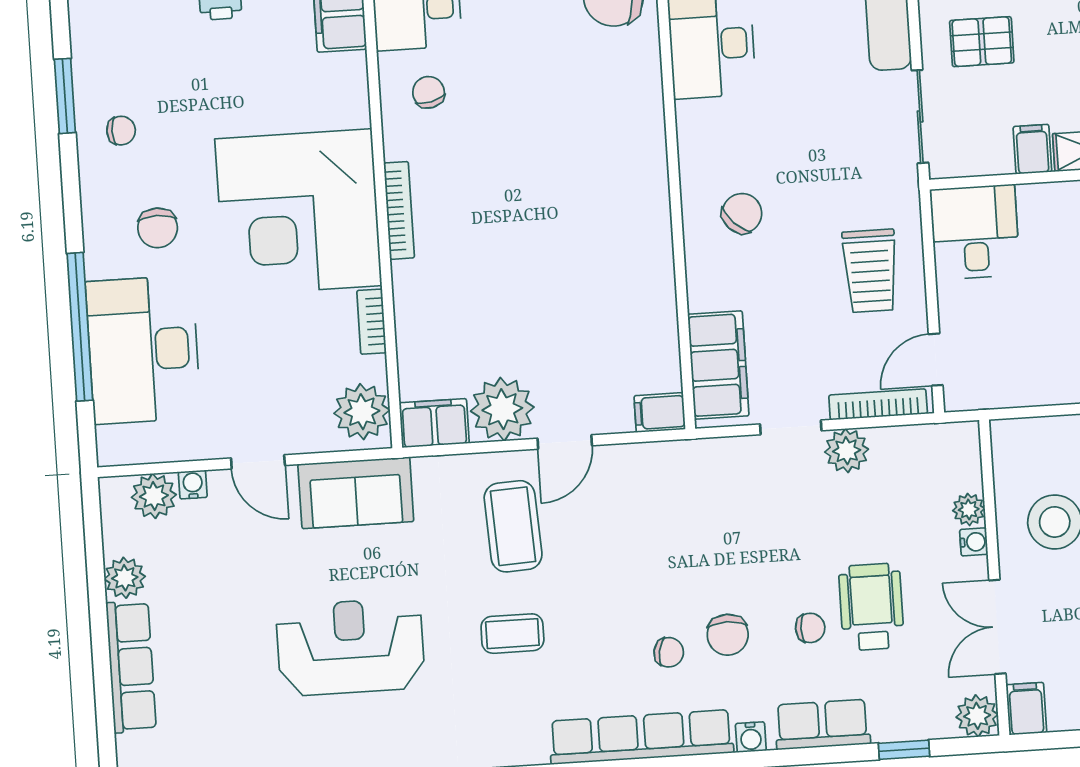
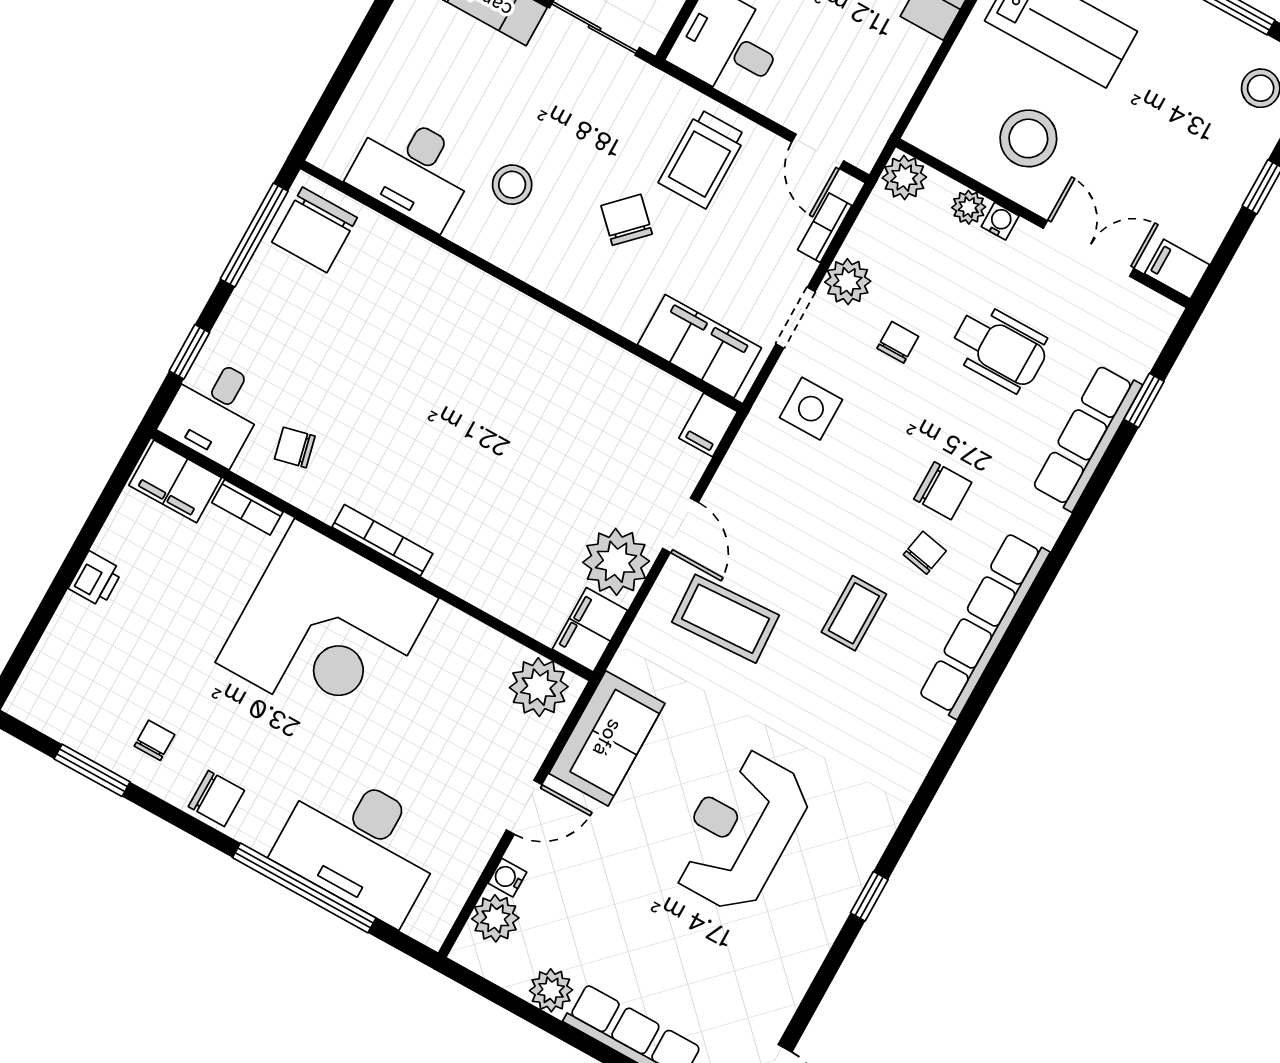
stool: (752, 131) -> (512, 185), added
chair: (742, 213) -> (627, 220), moved
chair: (158, 228) -> (216, 799), moved
trolley: (870, 271) -> (702, 159), turned 90
bookcase: (371, 322) -> (247, 507), moved
bookcase: (878, 404) -> (825, 228), width x0.64
side table: (726, 487) -> (811, 409), added
wheelchair: (871, 607) -> (999, 348), turned 180
double door: (997, 627) -> (1088, 248), swing flipped
chair: (810, 628) -> (898, 342), moved
coffee table: (512, 634) -> (854, 613), moved
plant: (977, 716) -> (904, 178), moved
row of seats: (822, 724) -> (1087, 437), width x1.48
water cooler: (751, 737) -> (1046, 528), removed

